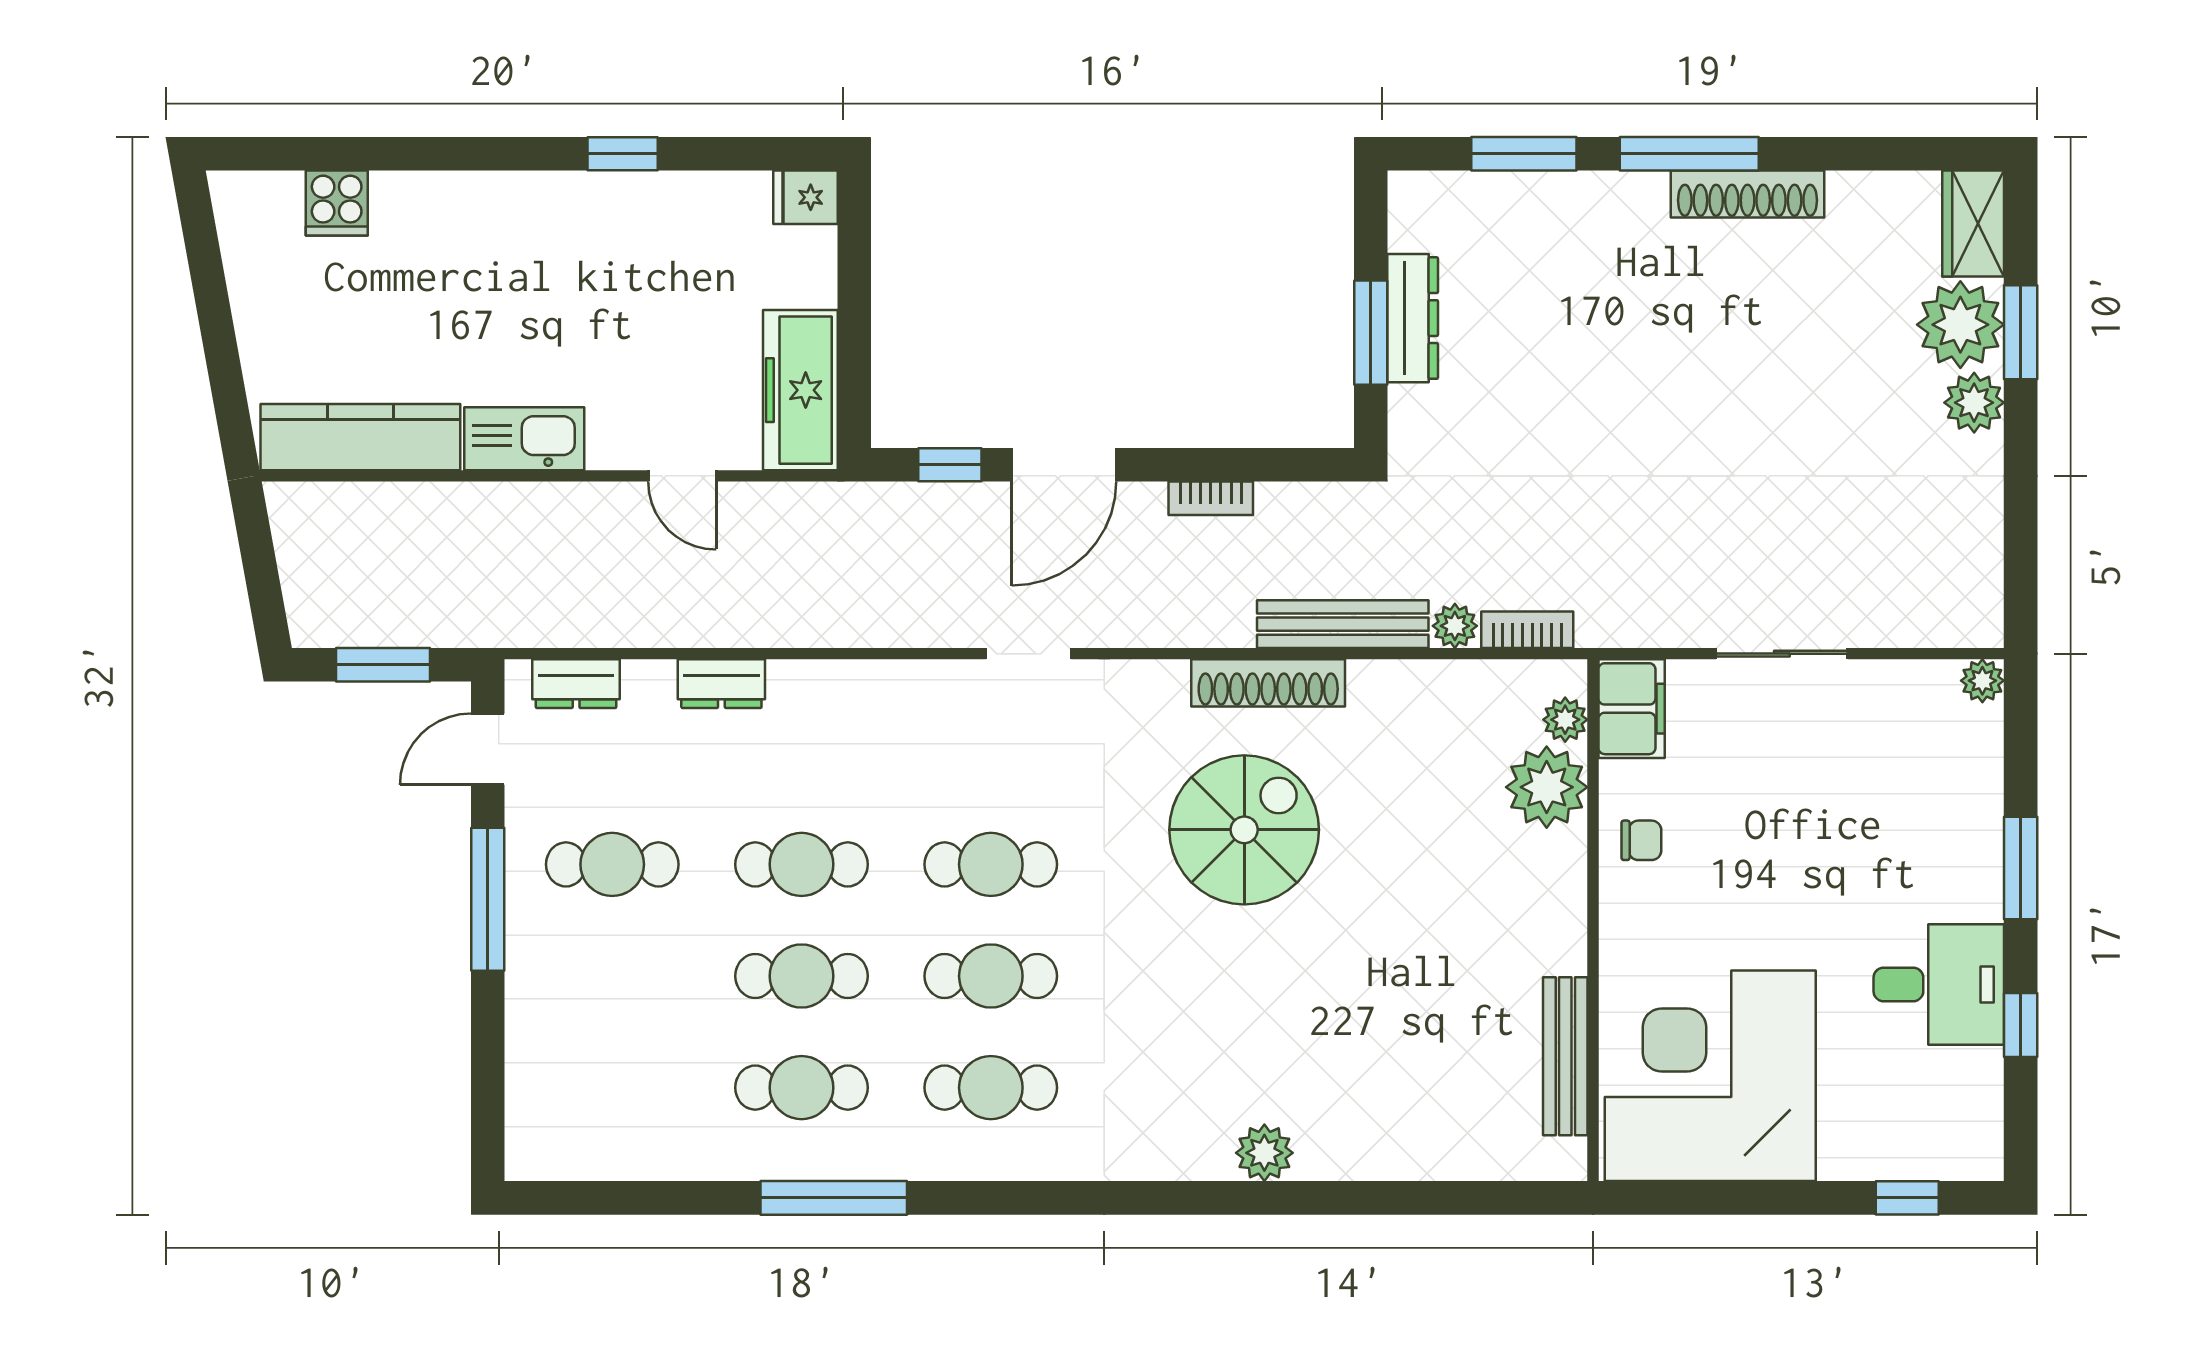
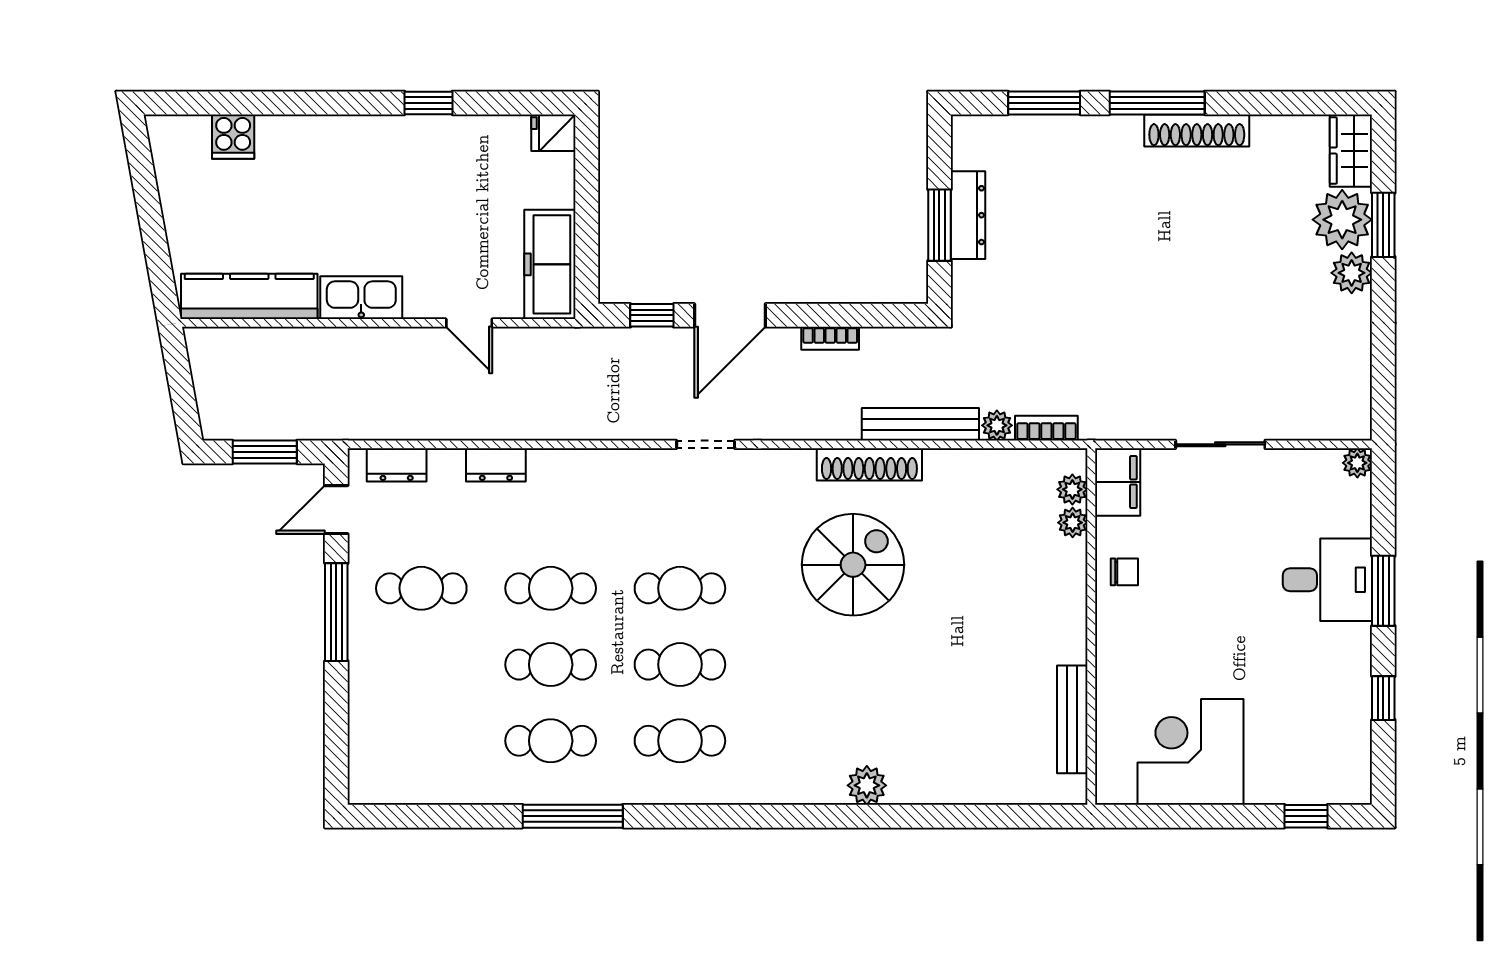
plant: (1547, 787) -> (1073, 523), width x0.53, depth x0.53
desk: (1939, 984) -> (1327, 580), moved
corner desk: (1710, 1076) -> (1190, 752), width x0.74, depth x0.74

